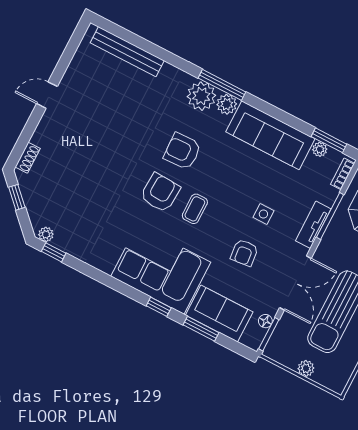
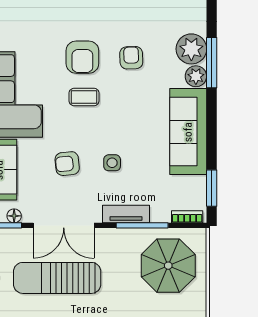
plant: (320, 149) -> (199, 184), removed
armchair: (182, 151) -> (131, 58), width x0.72, depth x0.72
armchair: (160, 193) -> (82, 57), turned 87

